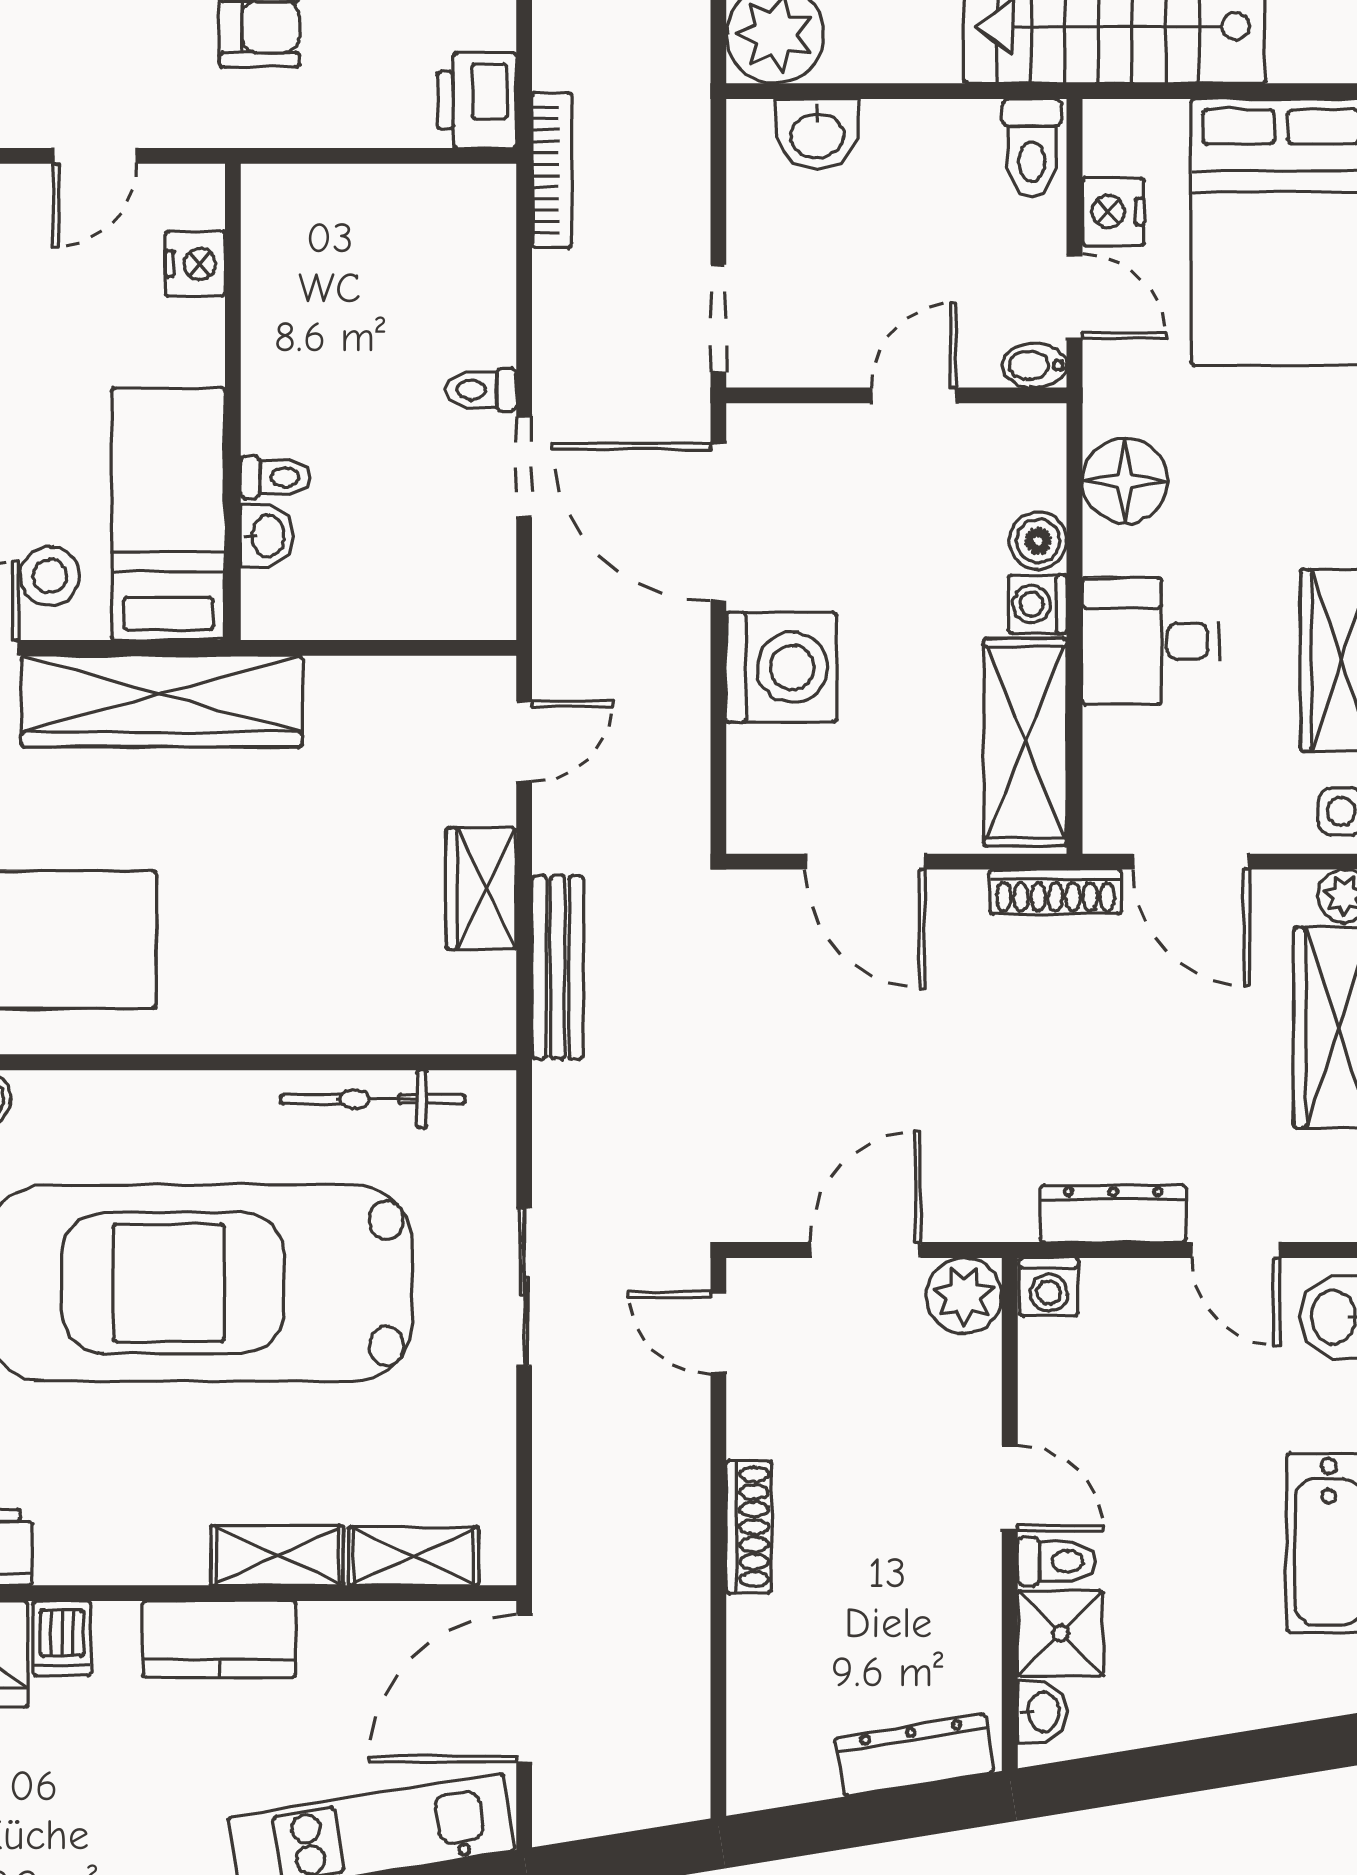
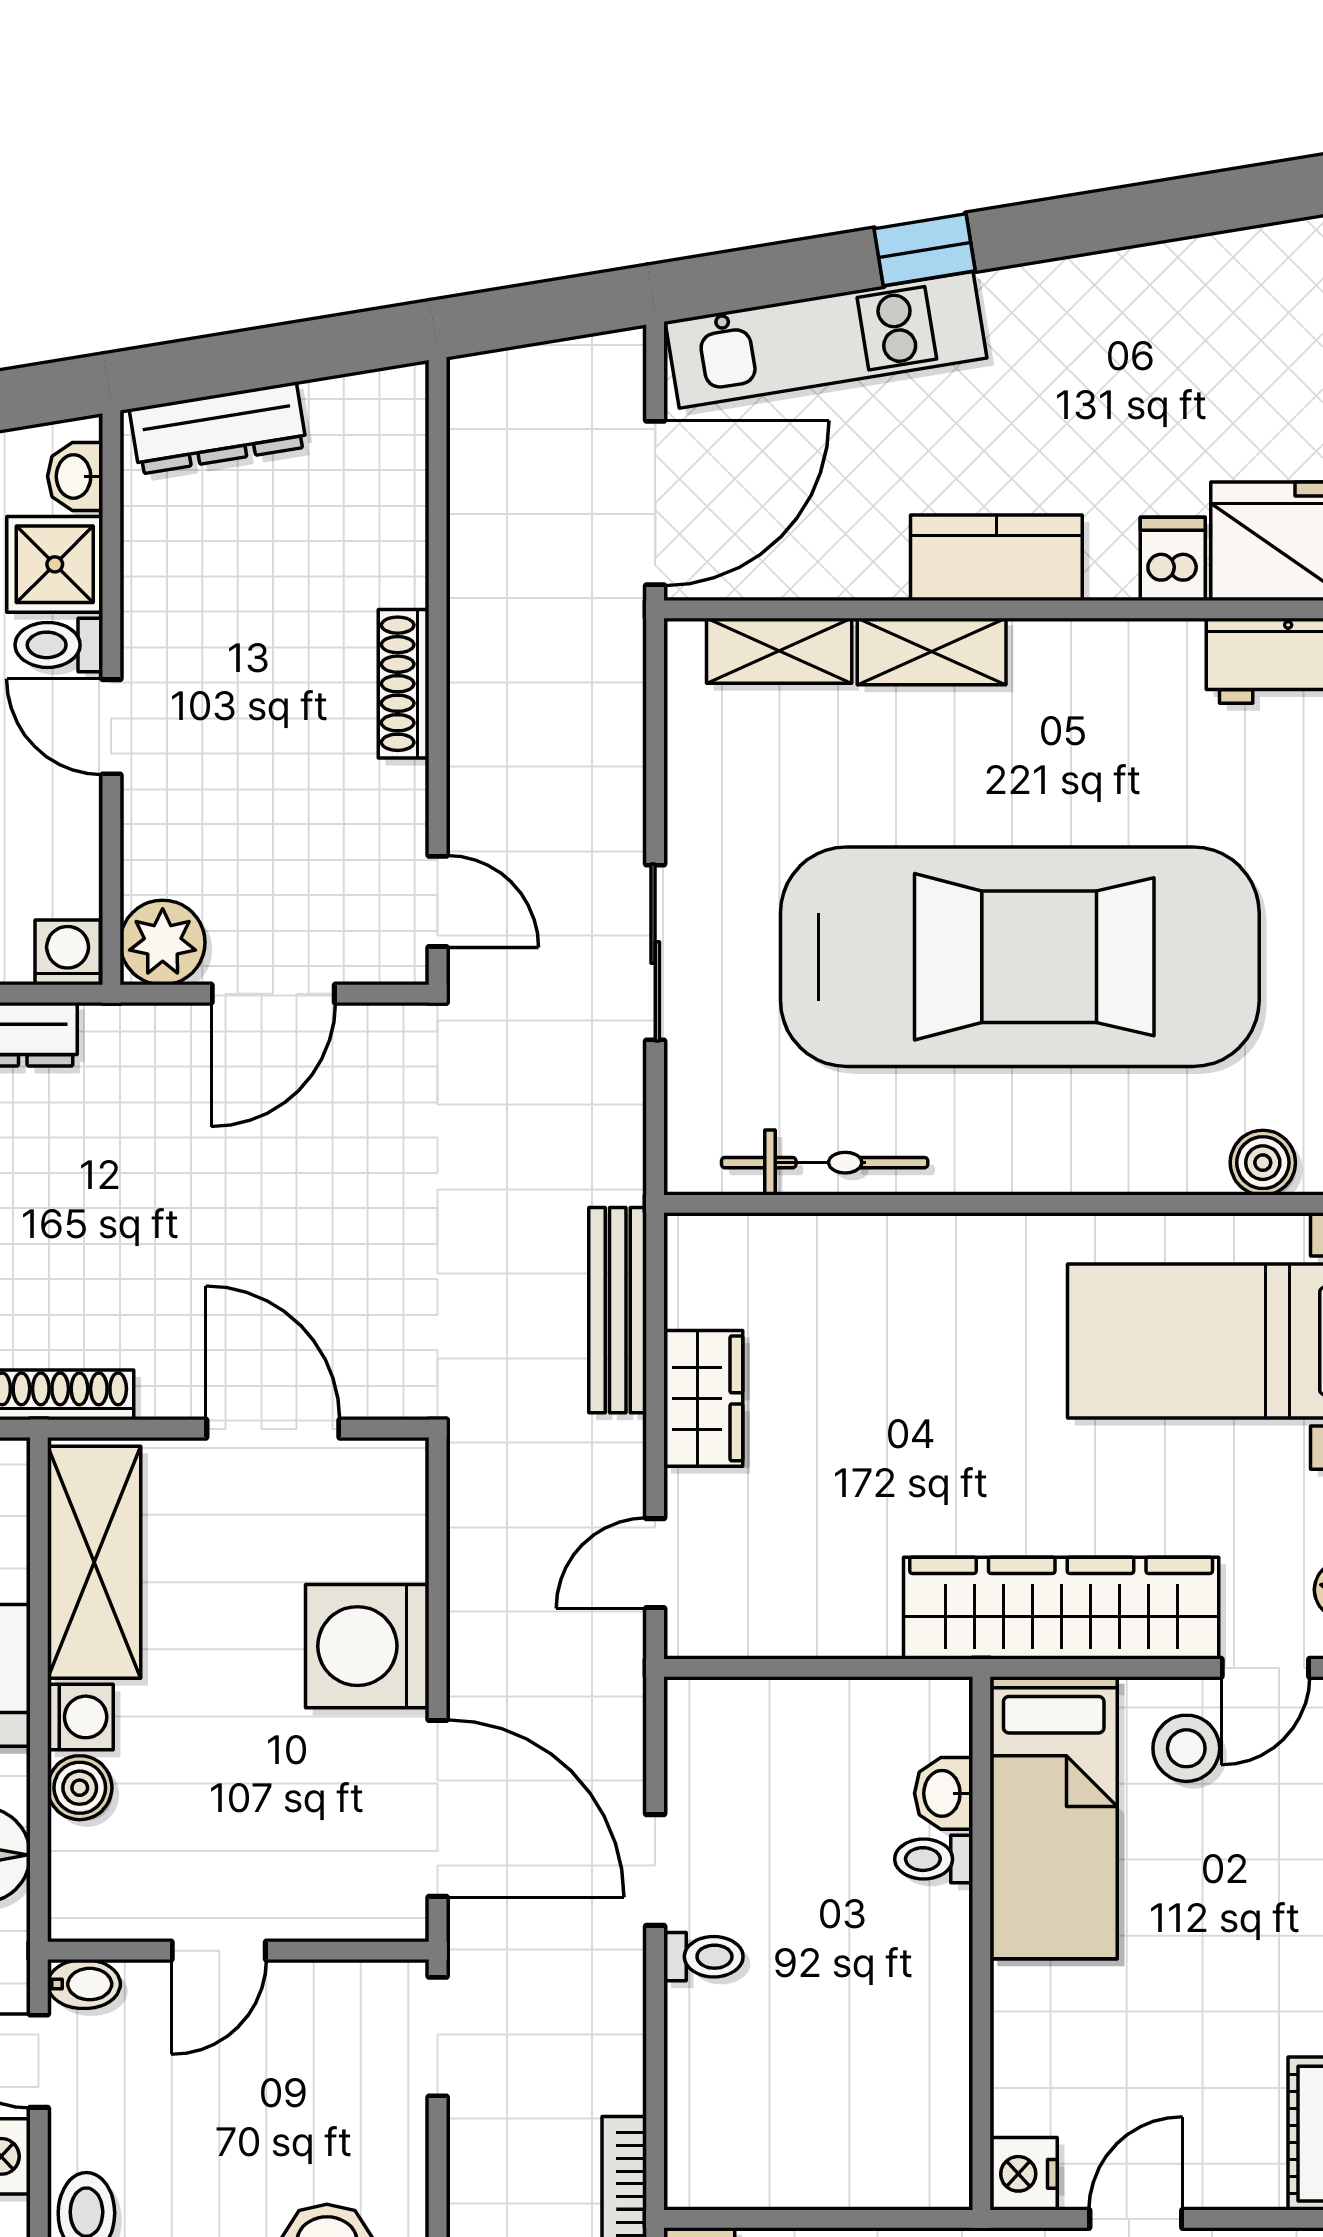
nightstand: (195, 264) -> (1024, 2174), moved

